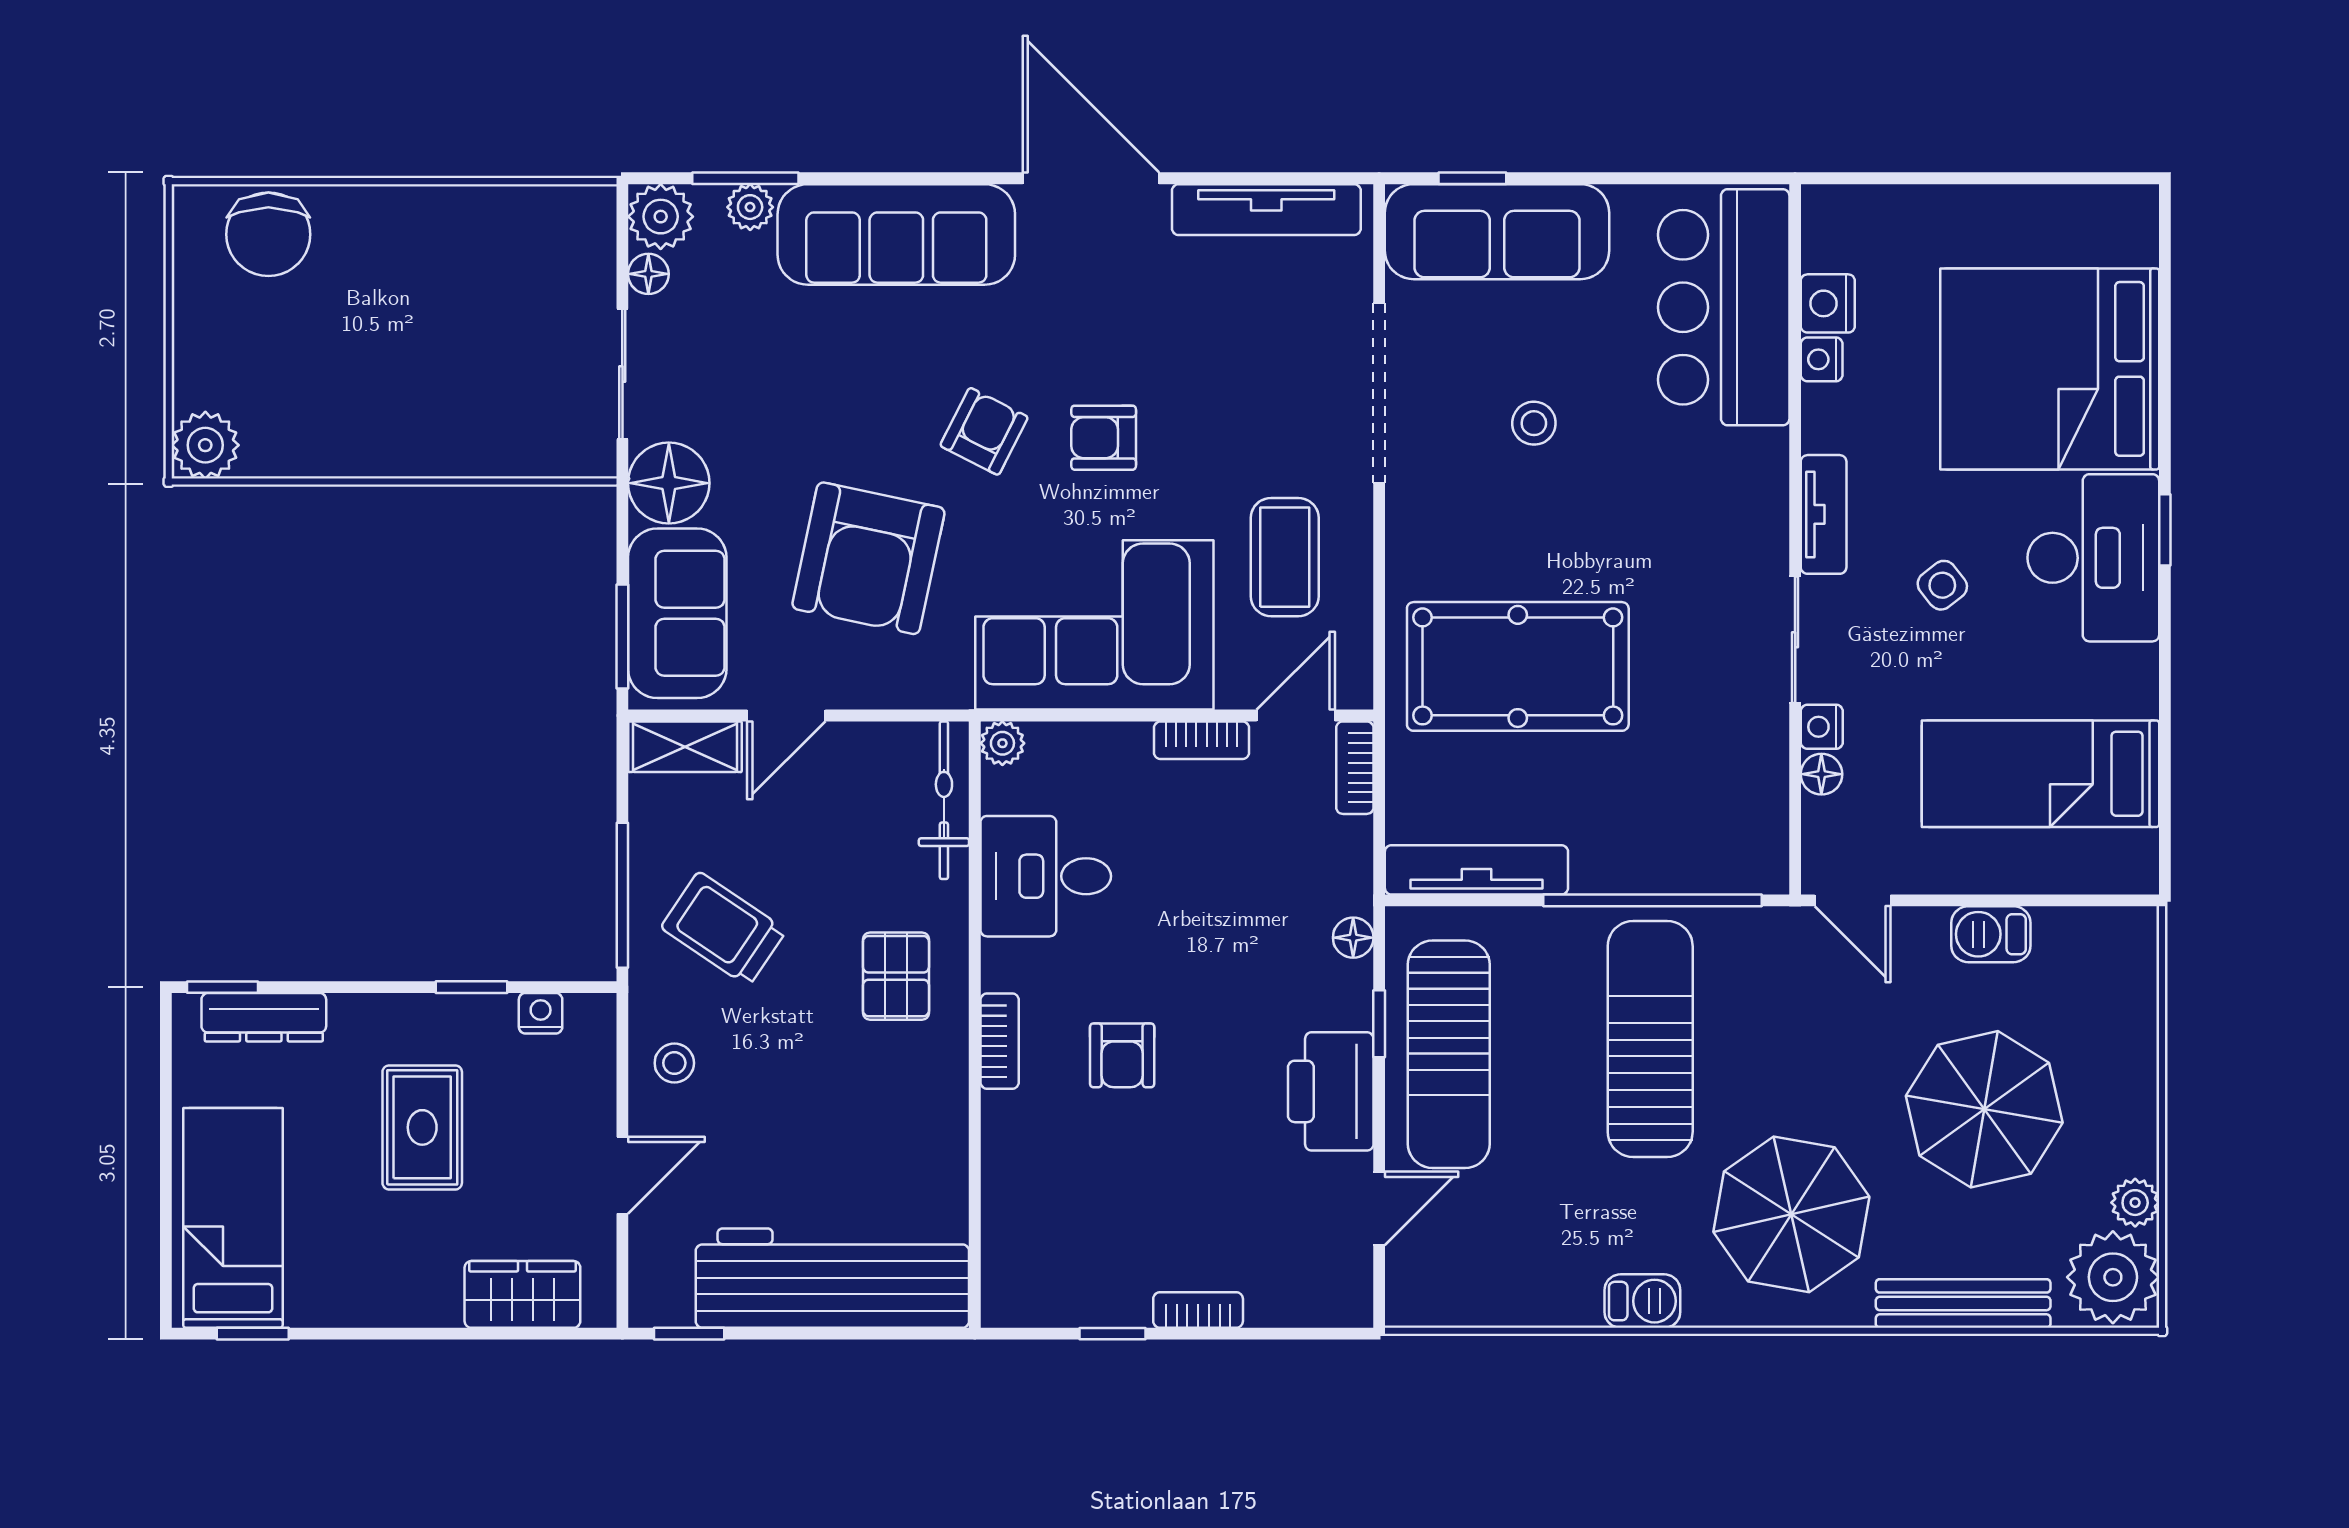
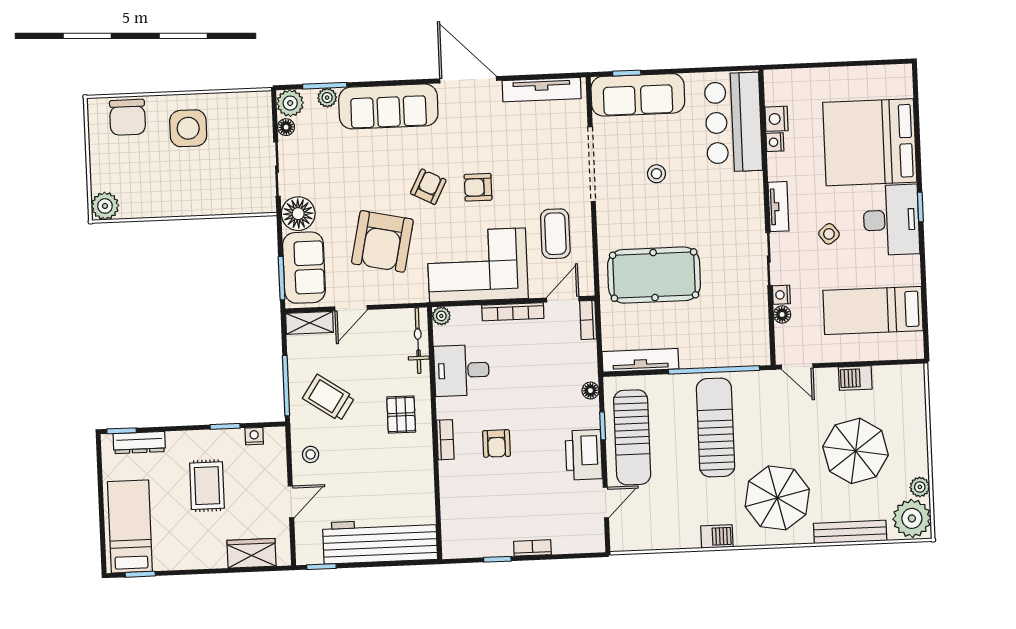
side table: (413, 267) -> (188, 128), added
bookcase: (1201, 740) -> (513, 312), width x1.56

